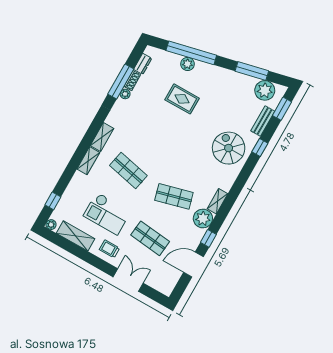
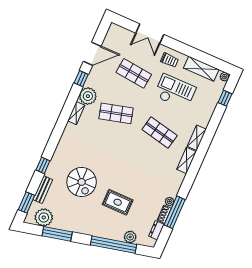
plant: (187, 64) -> (130, 237), moved
spiral stairs: (229, 148) -> (82, 182), moved

